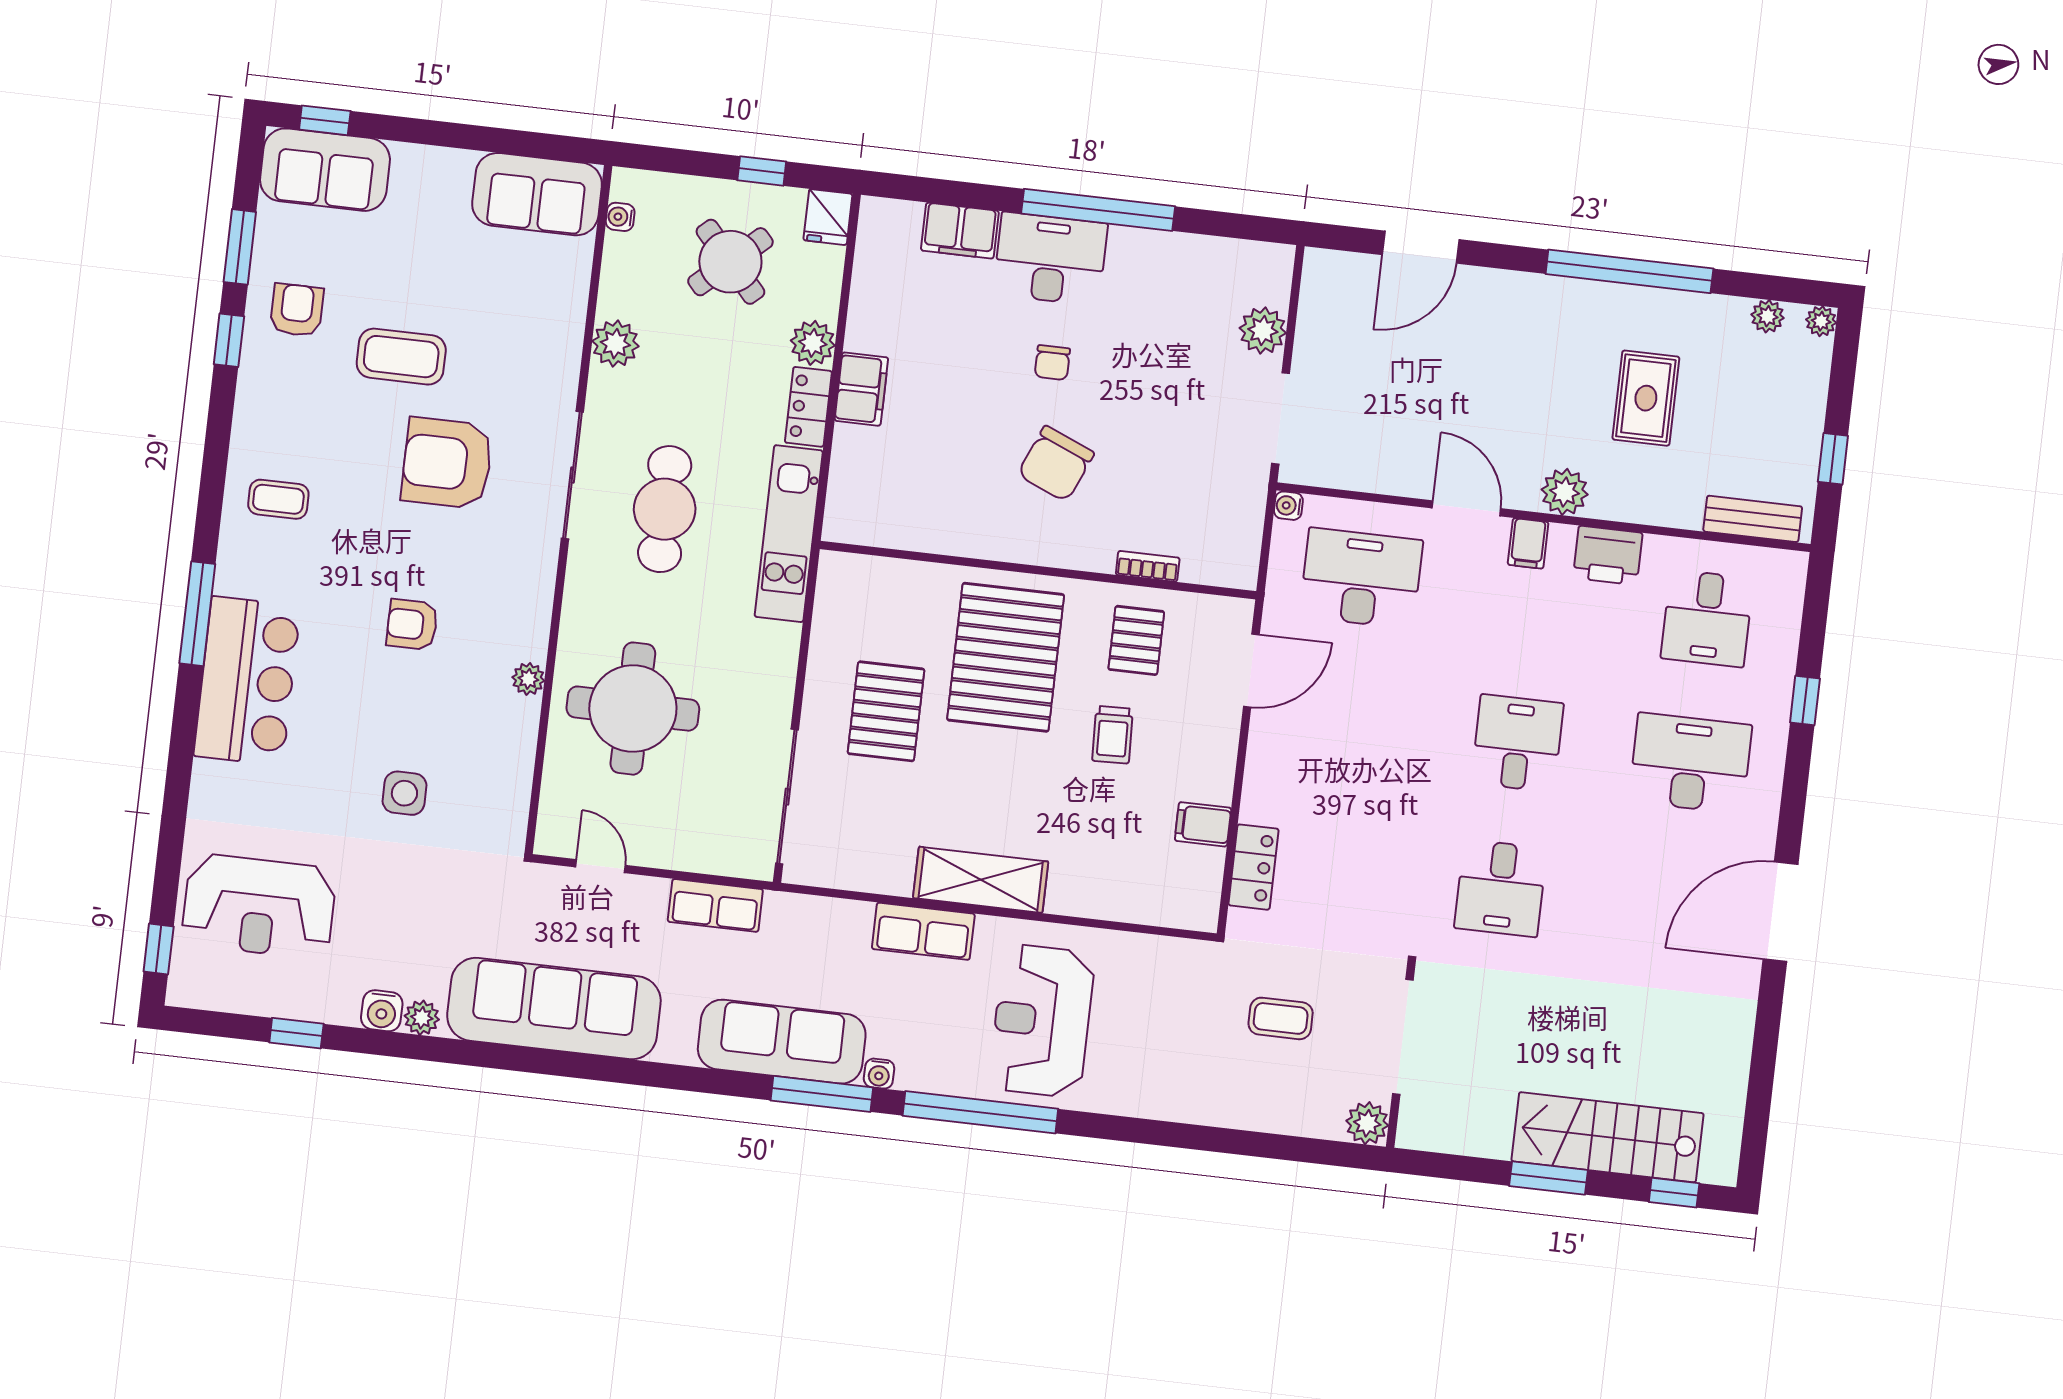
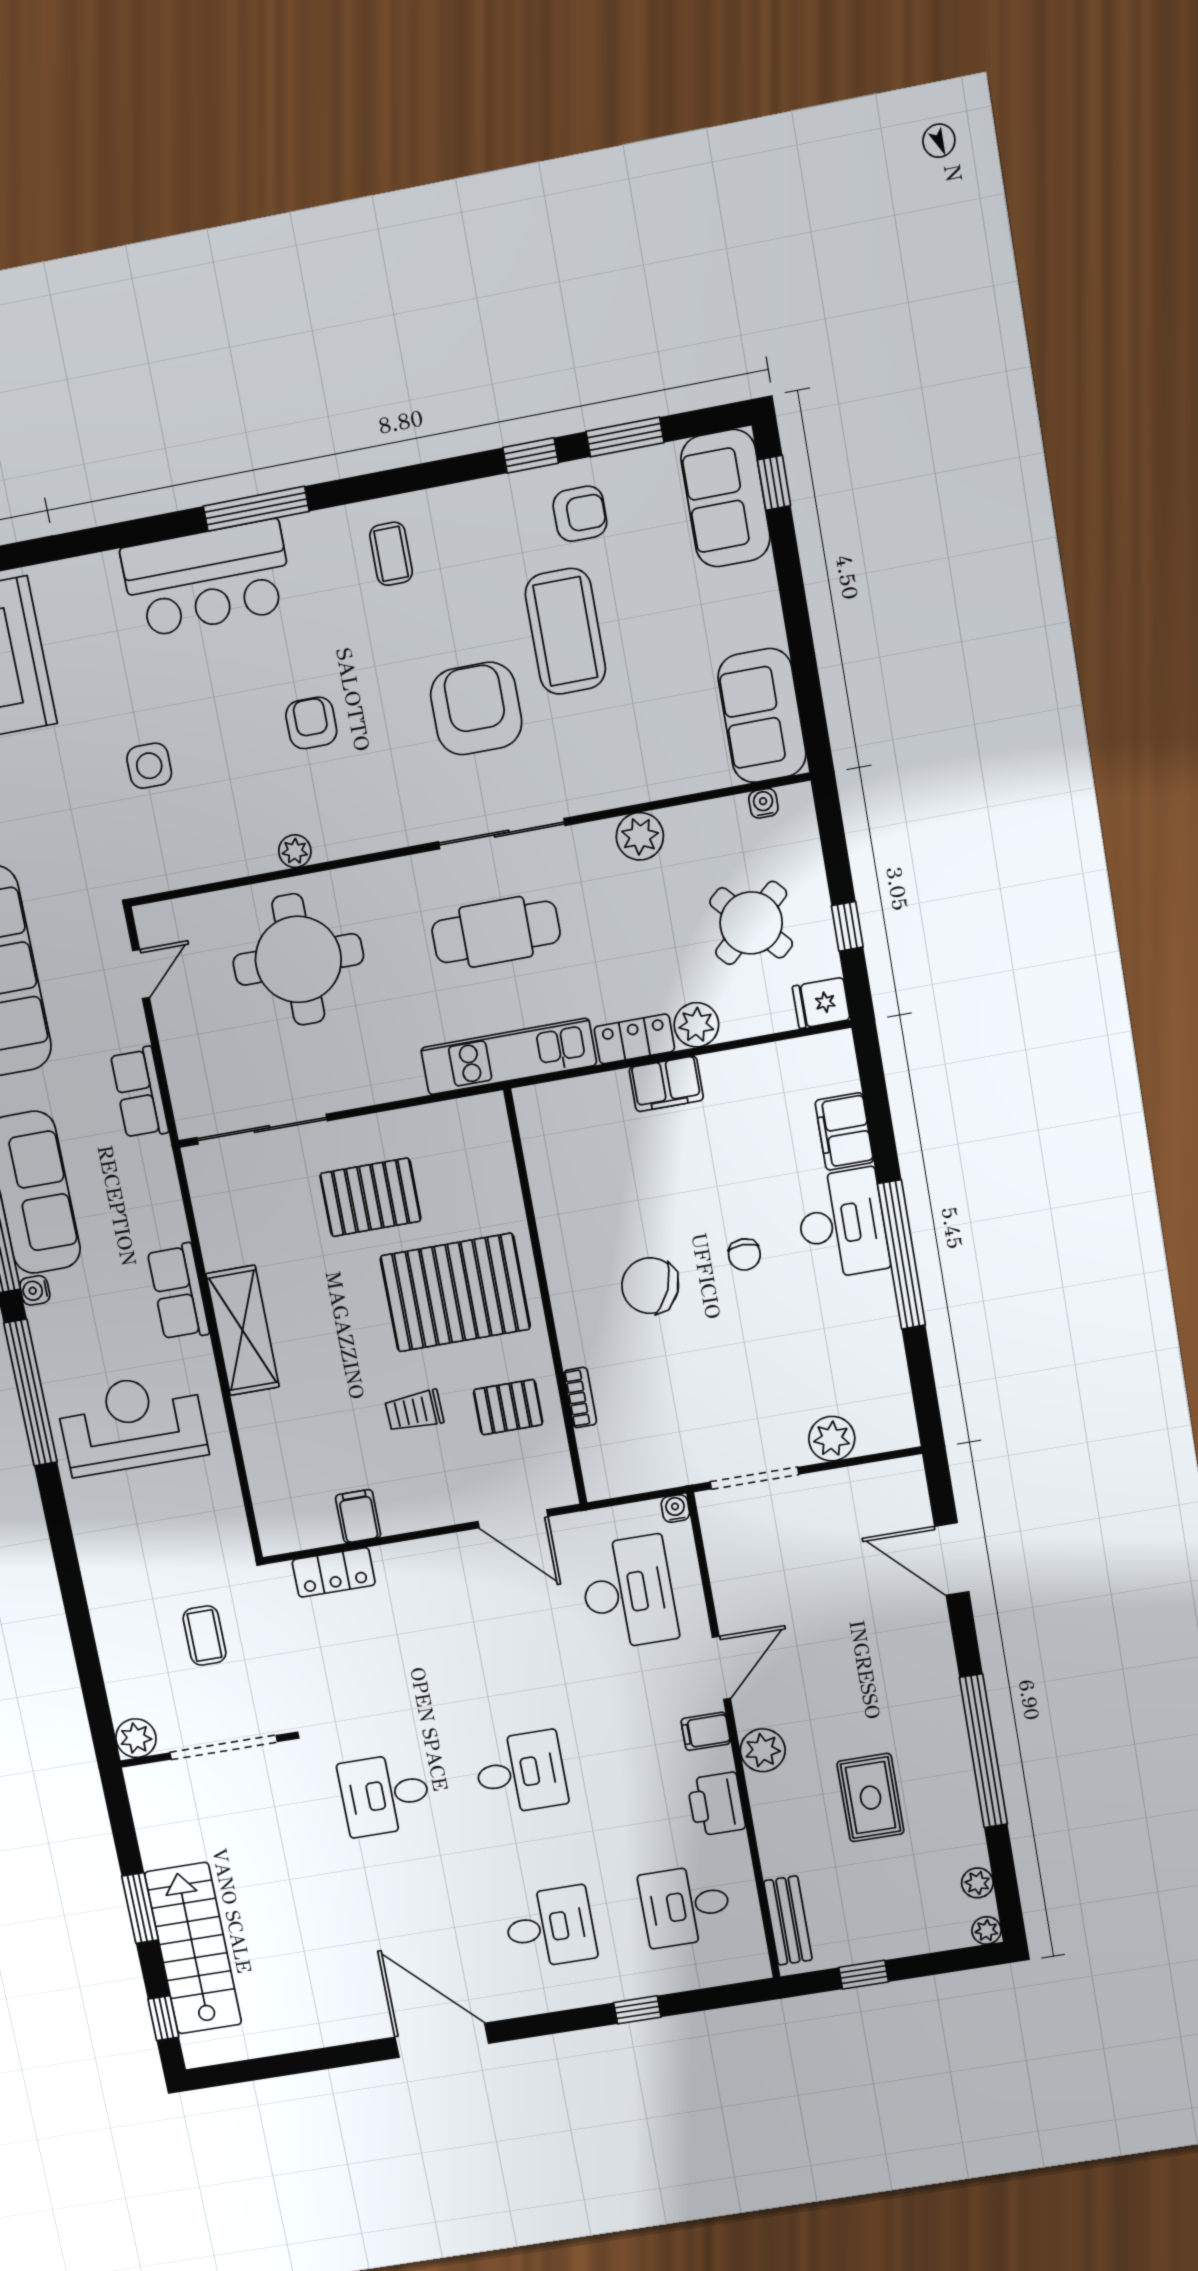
coffee table: (401, 357) -> (565, 631), width x1.36, depth x1.32
chair: (1052, 363) -> (744, 1254), turned -90
rug: (1646, 398) -> (871, 1798), turned 90
desk: (1690, 763) -> (550, 1927), width x0.73

